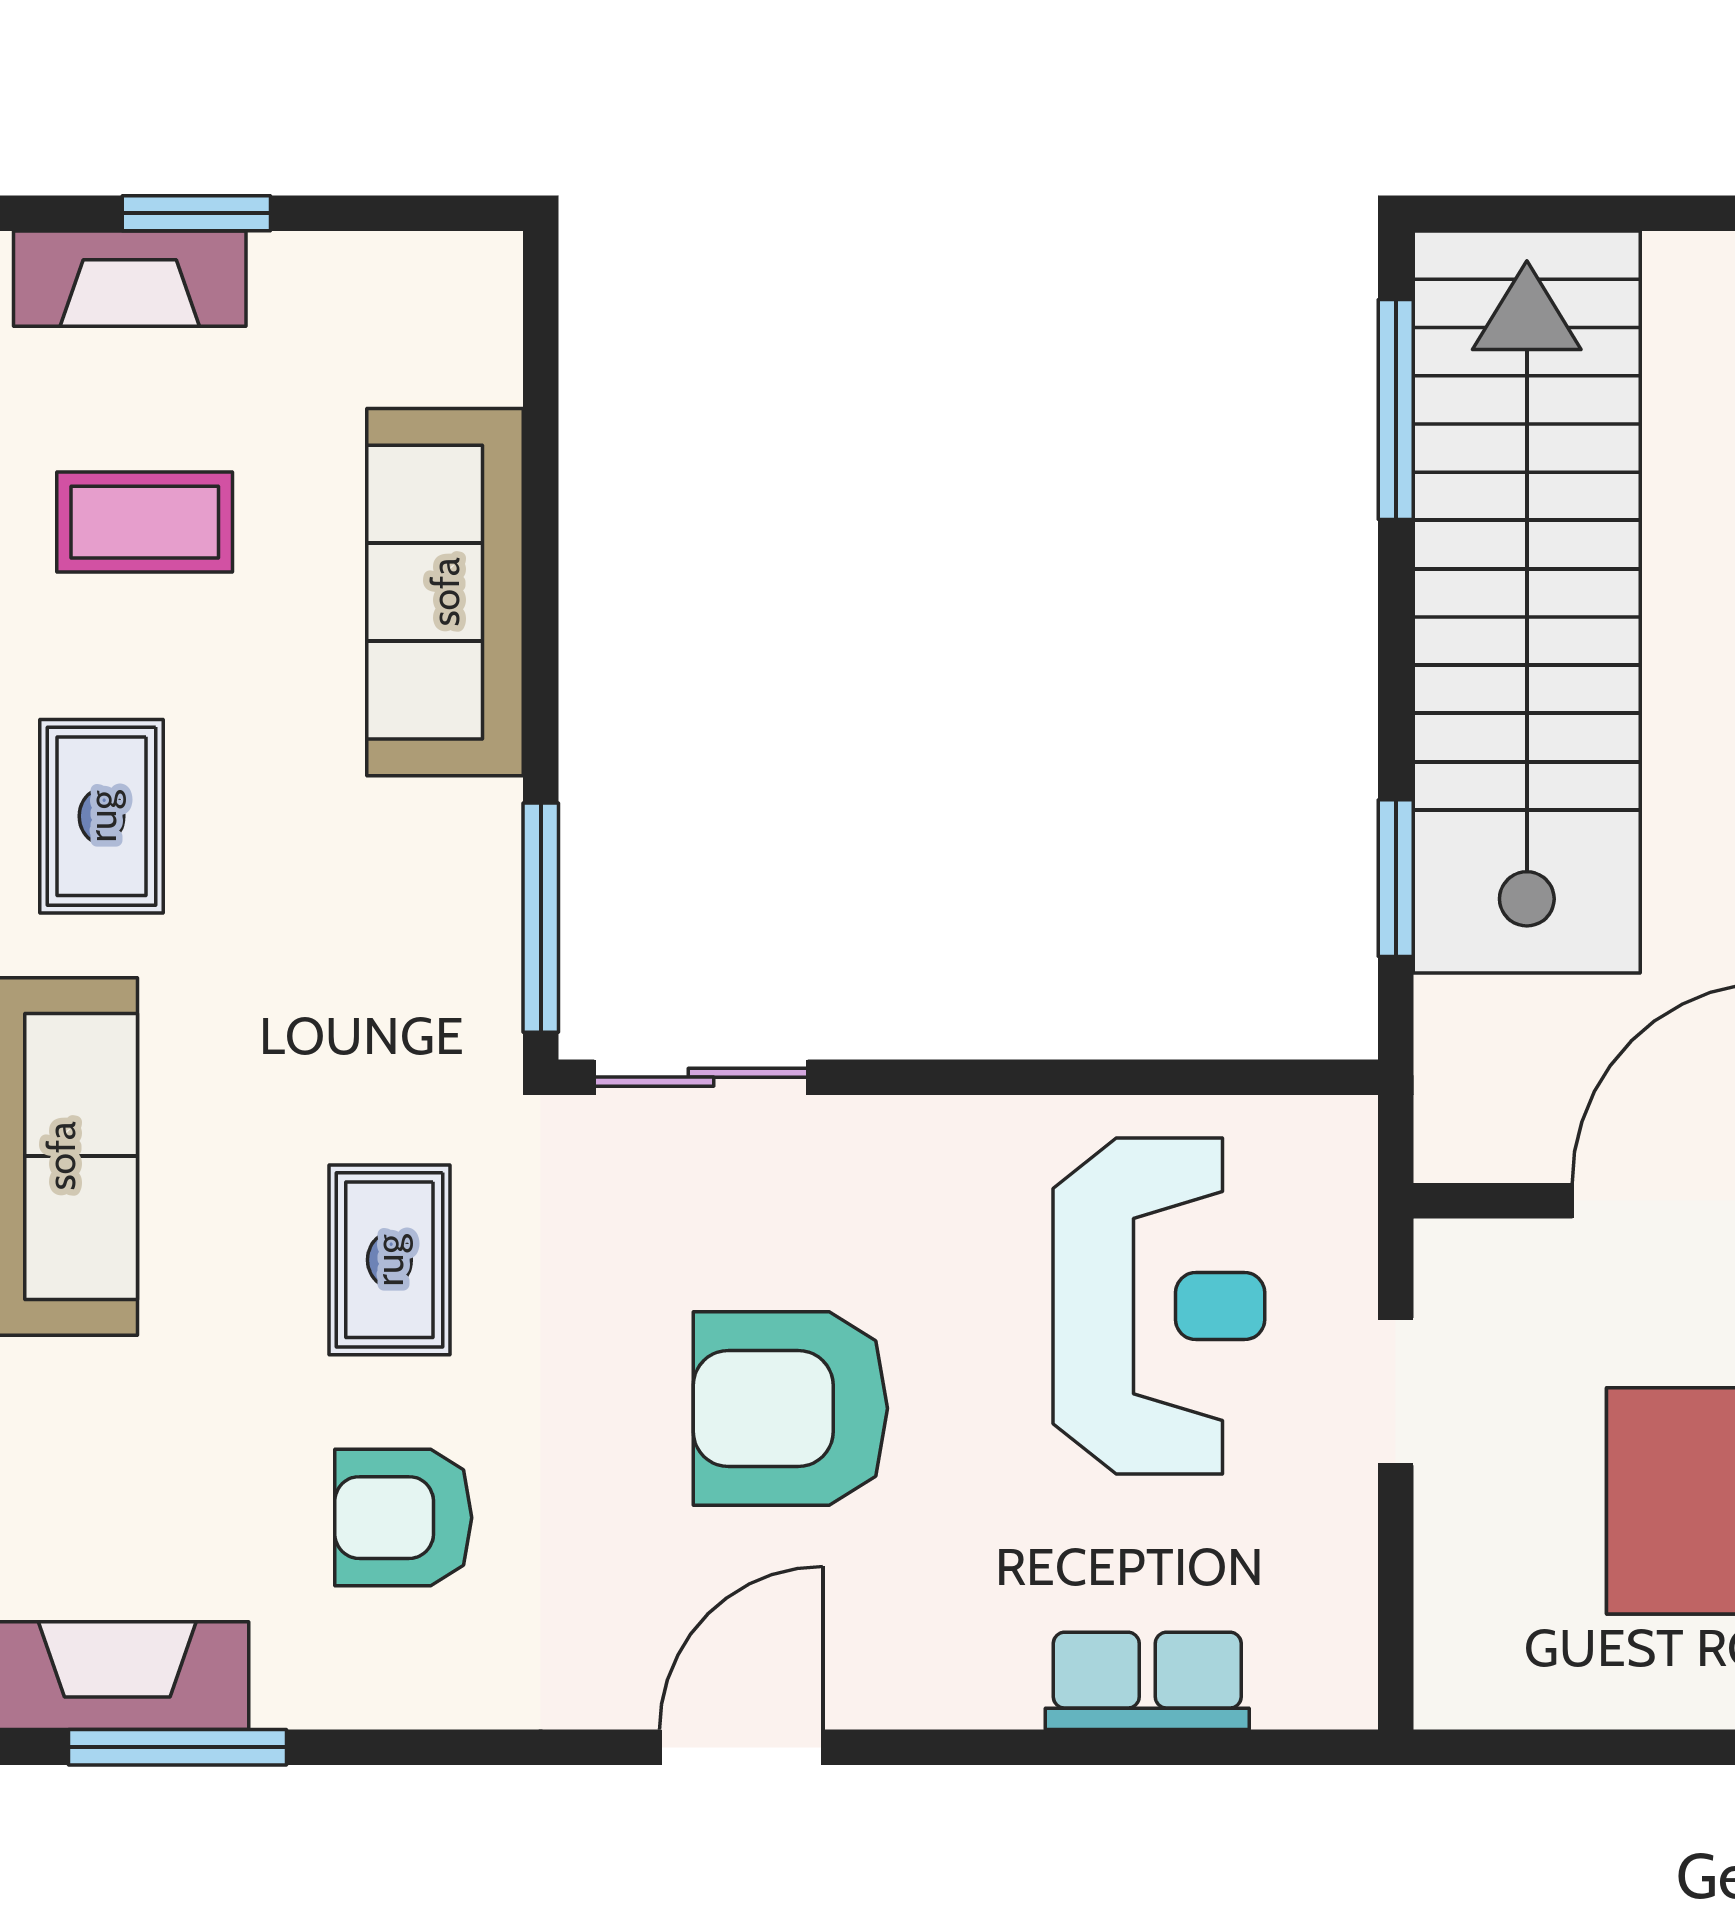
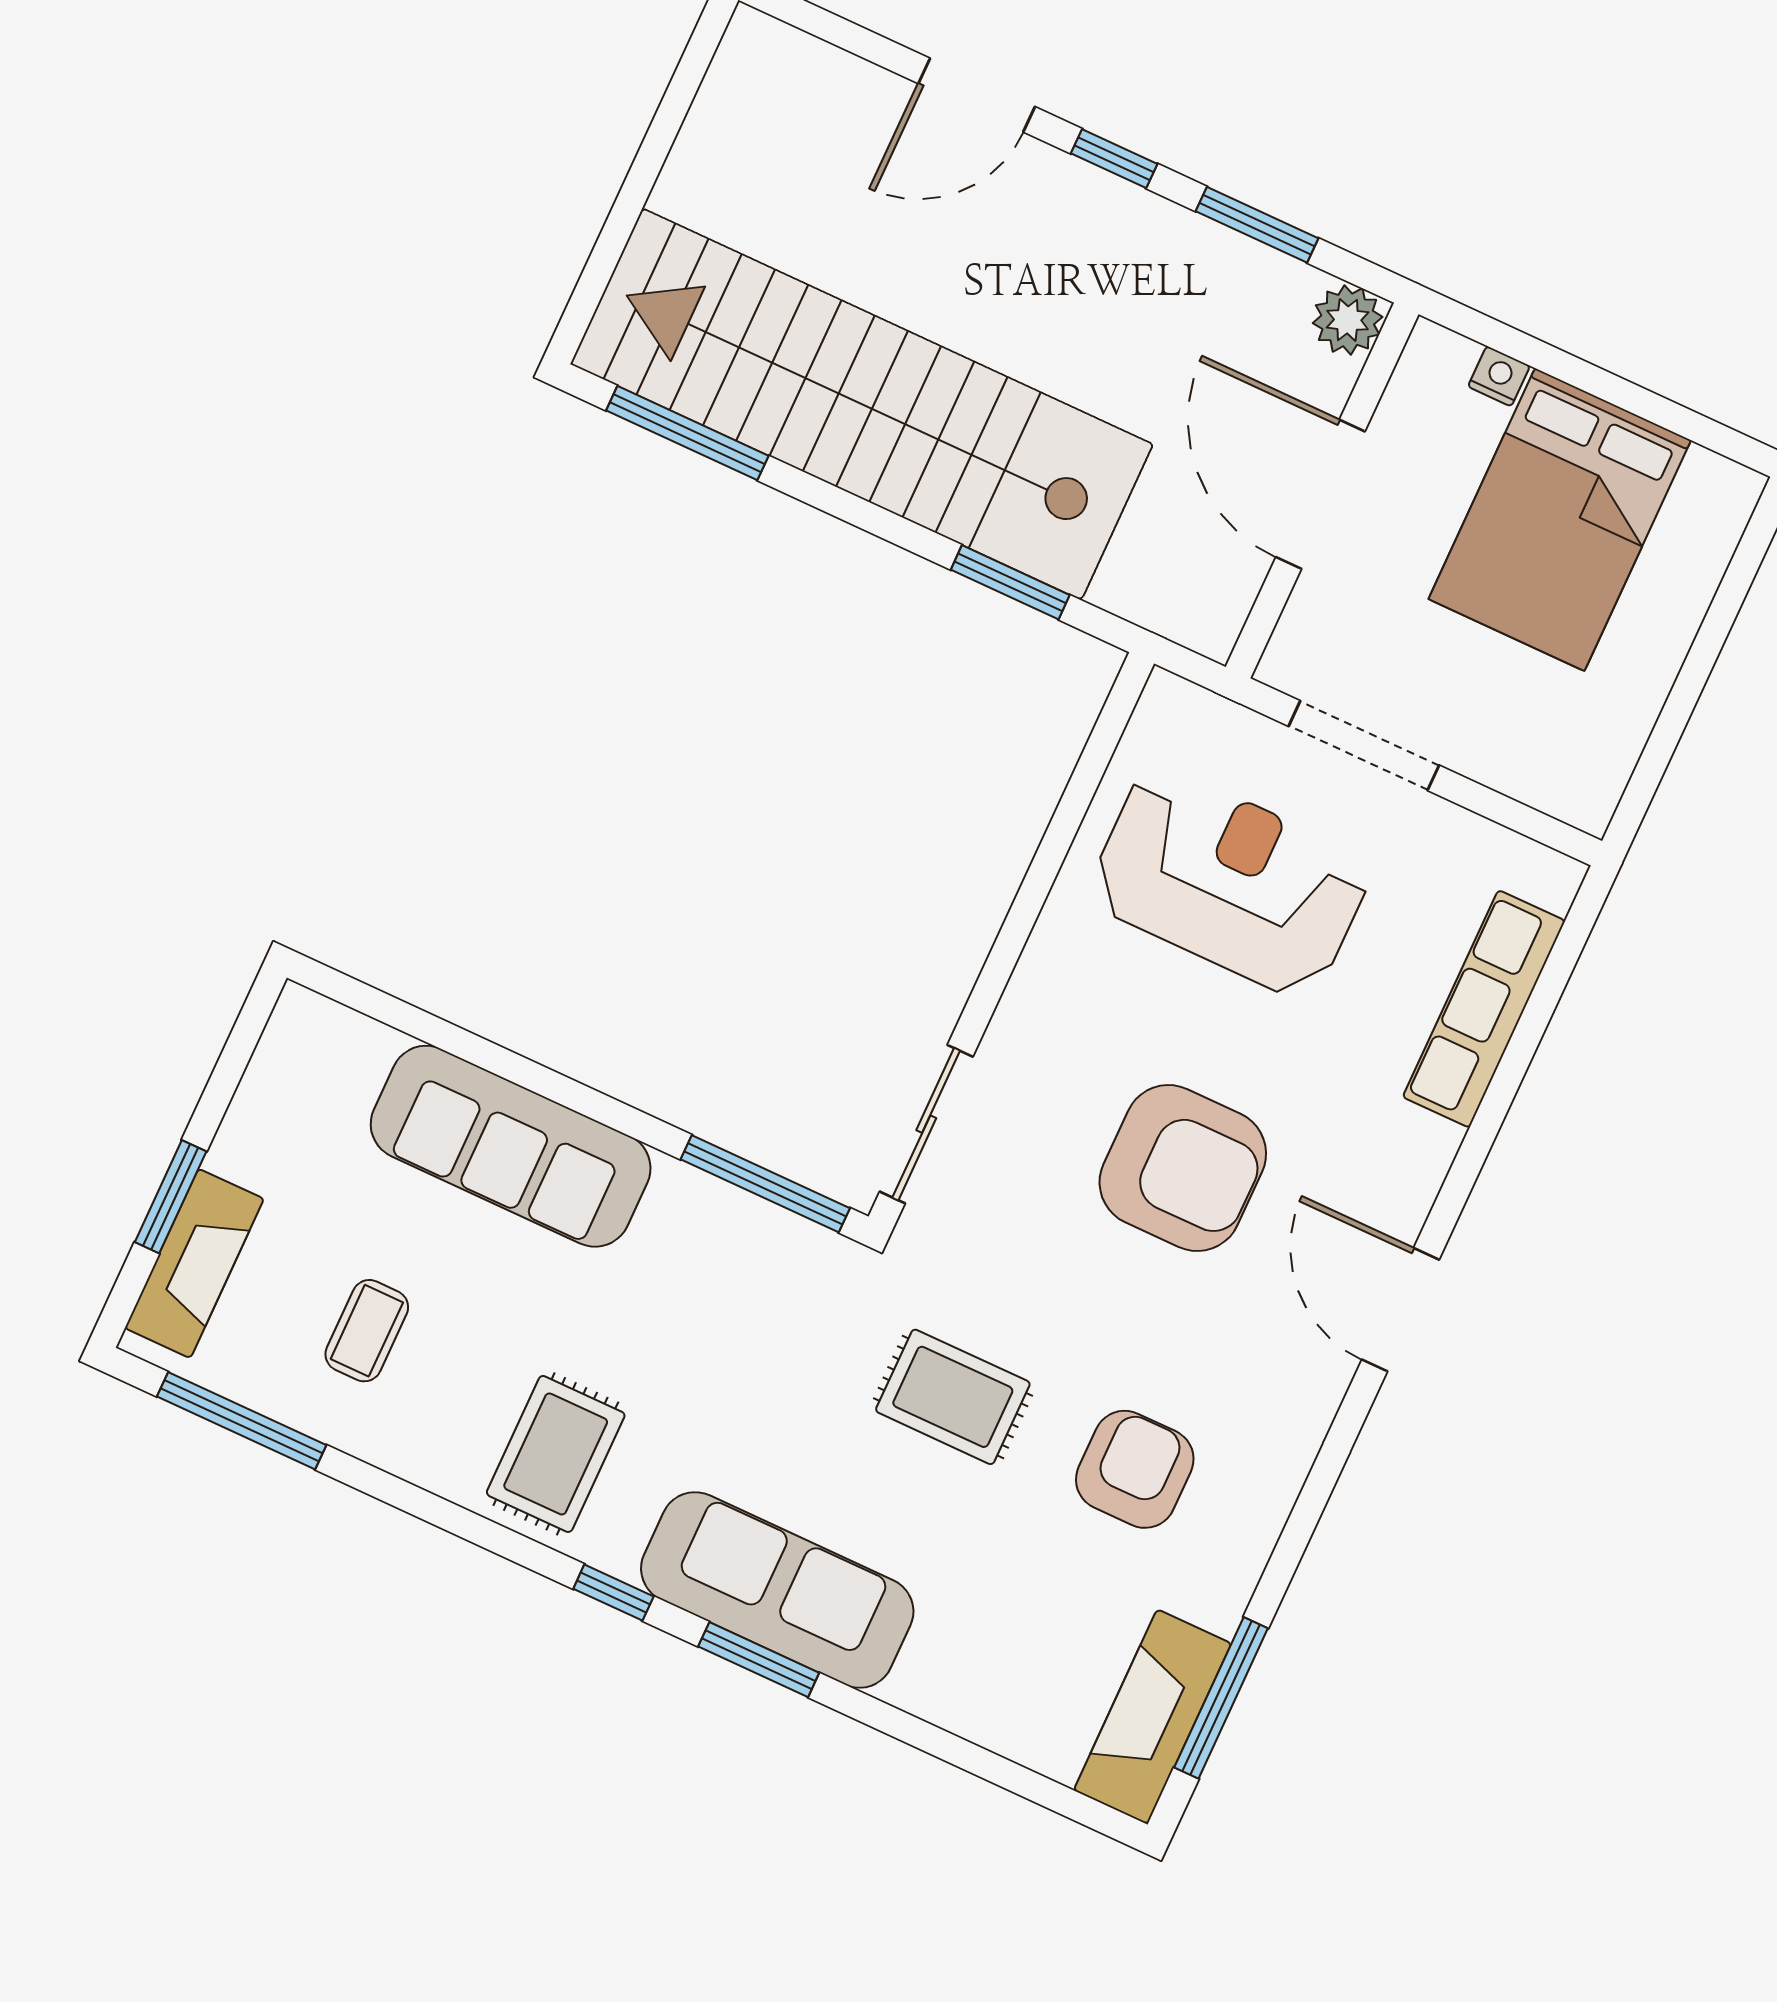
coffee table: (145, 522) -> (367, 1331), width x0.73, depth x0.77
rug: (102, 816) -> (556, 1454), turned 90
doorway: (1396, 1392) -> (1364, 746), width x1.38
armchair: (790, 1408) -> (1183, 1168), turned -90
armchair: (403, 1518) -> (1135, 1469), turned 180
row of seats: (1147, 1681) -> (1484, 1009), width x1.48

